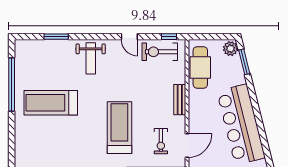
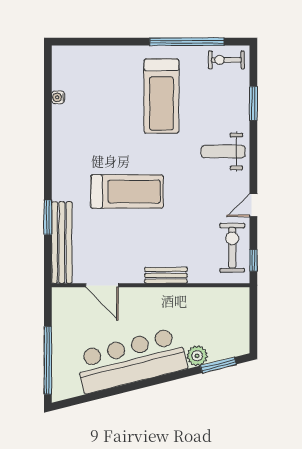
plant: (230, 49) -> (197, 356), moved
cafe table: (200, 67) -> (211, 304), removed
treadmill: (51, 103) -> (161, 96), turned 180
exercise bike: (161, 141) -> (226, 60), moved

